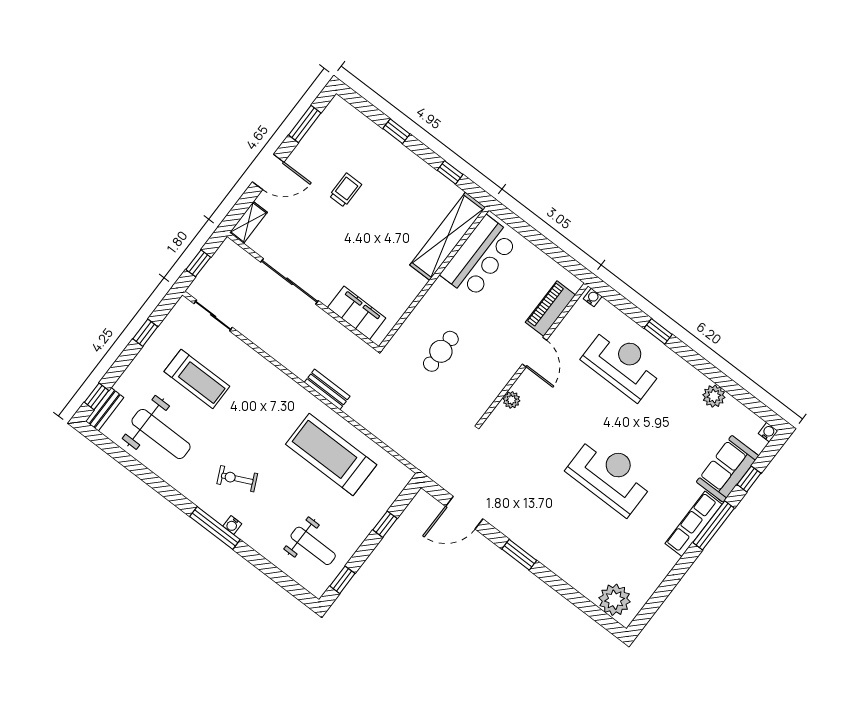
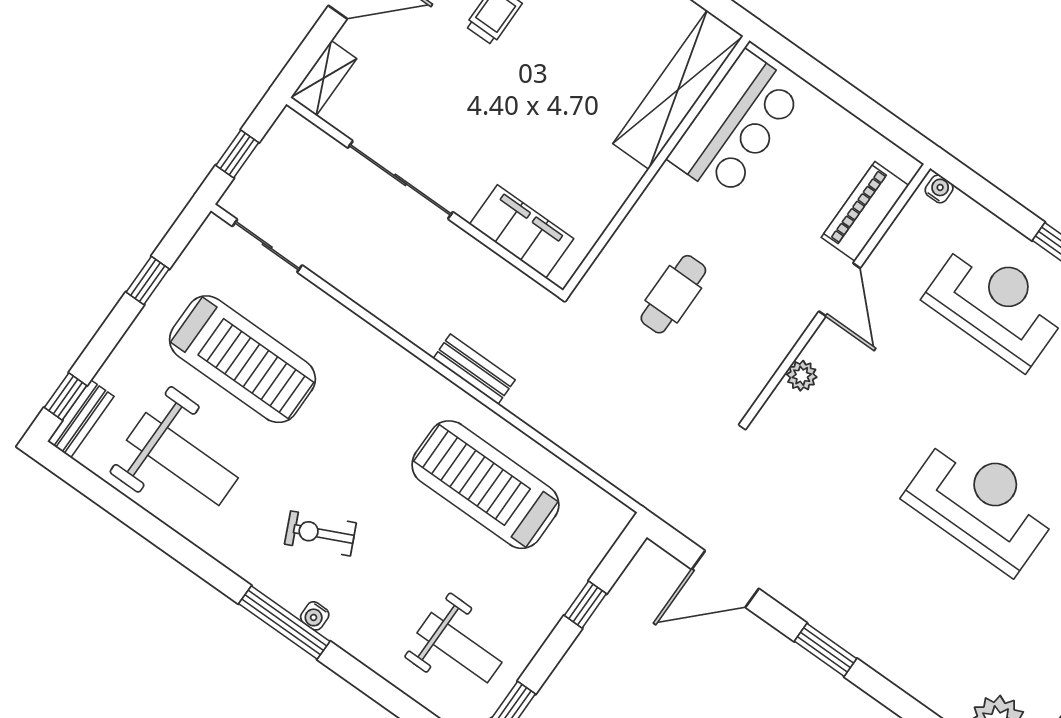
treadmill: (197, 379) -> (242, 359), width x1.37, depth x1.37

